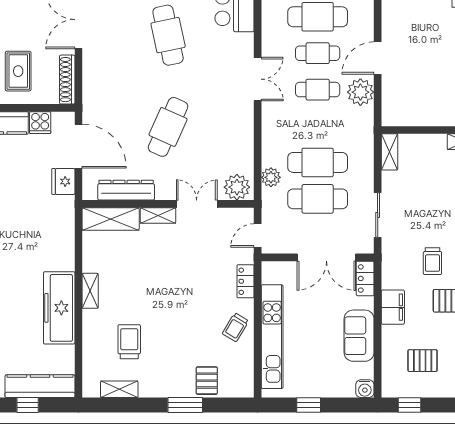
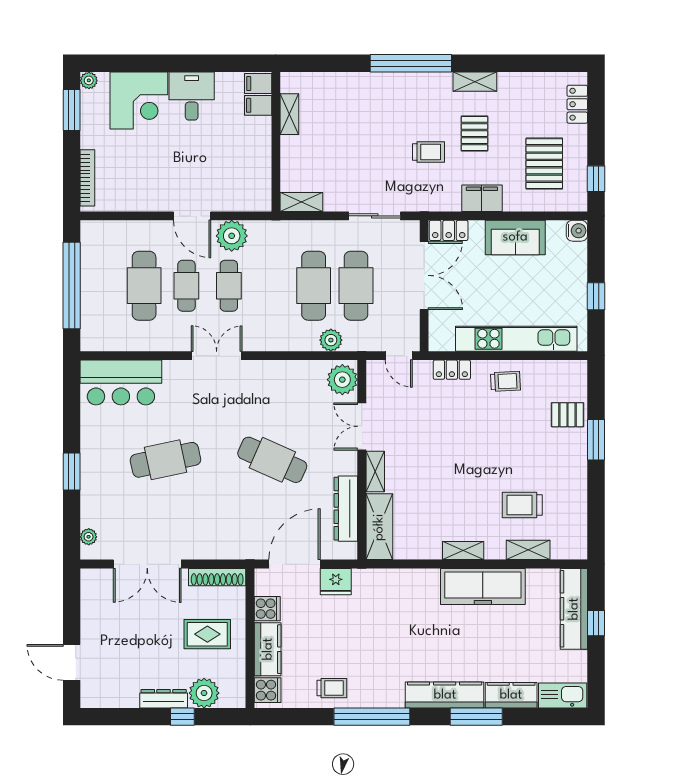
trolley: (235, 327) -> (505, 381), turned -34
pallet: (423, 361) -> (544, 164), width x1.50, depth x1.42
shelving: (119, 389) -> (528, 550), moved, turned 90

